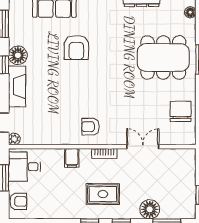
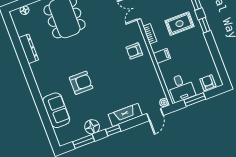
floor lamp: (18, 55) -> (92, 127), moved
armchair: (90, 127) -> (134, 51), turned 90
rug: (103, 194) -> (180, 24), turned 90

